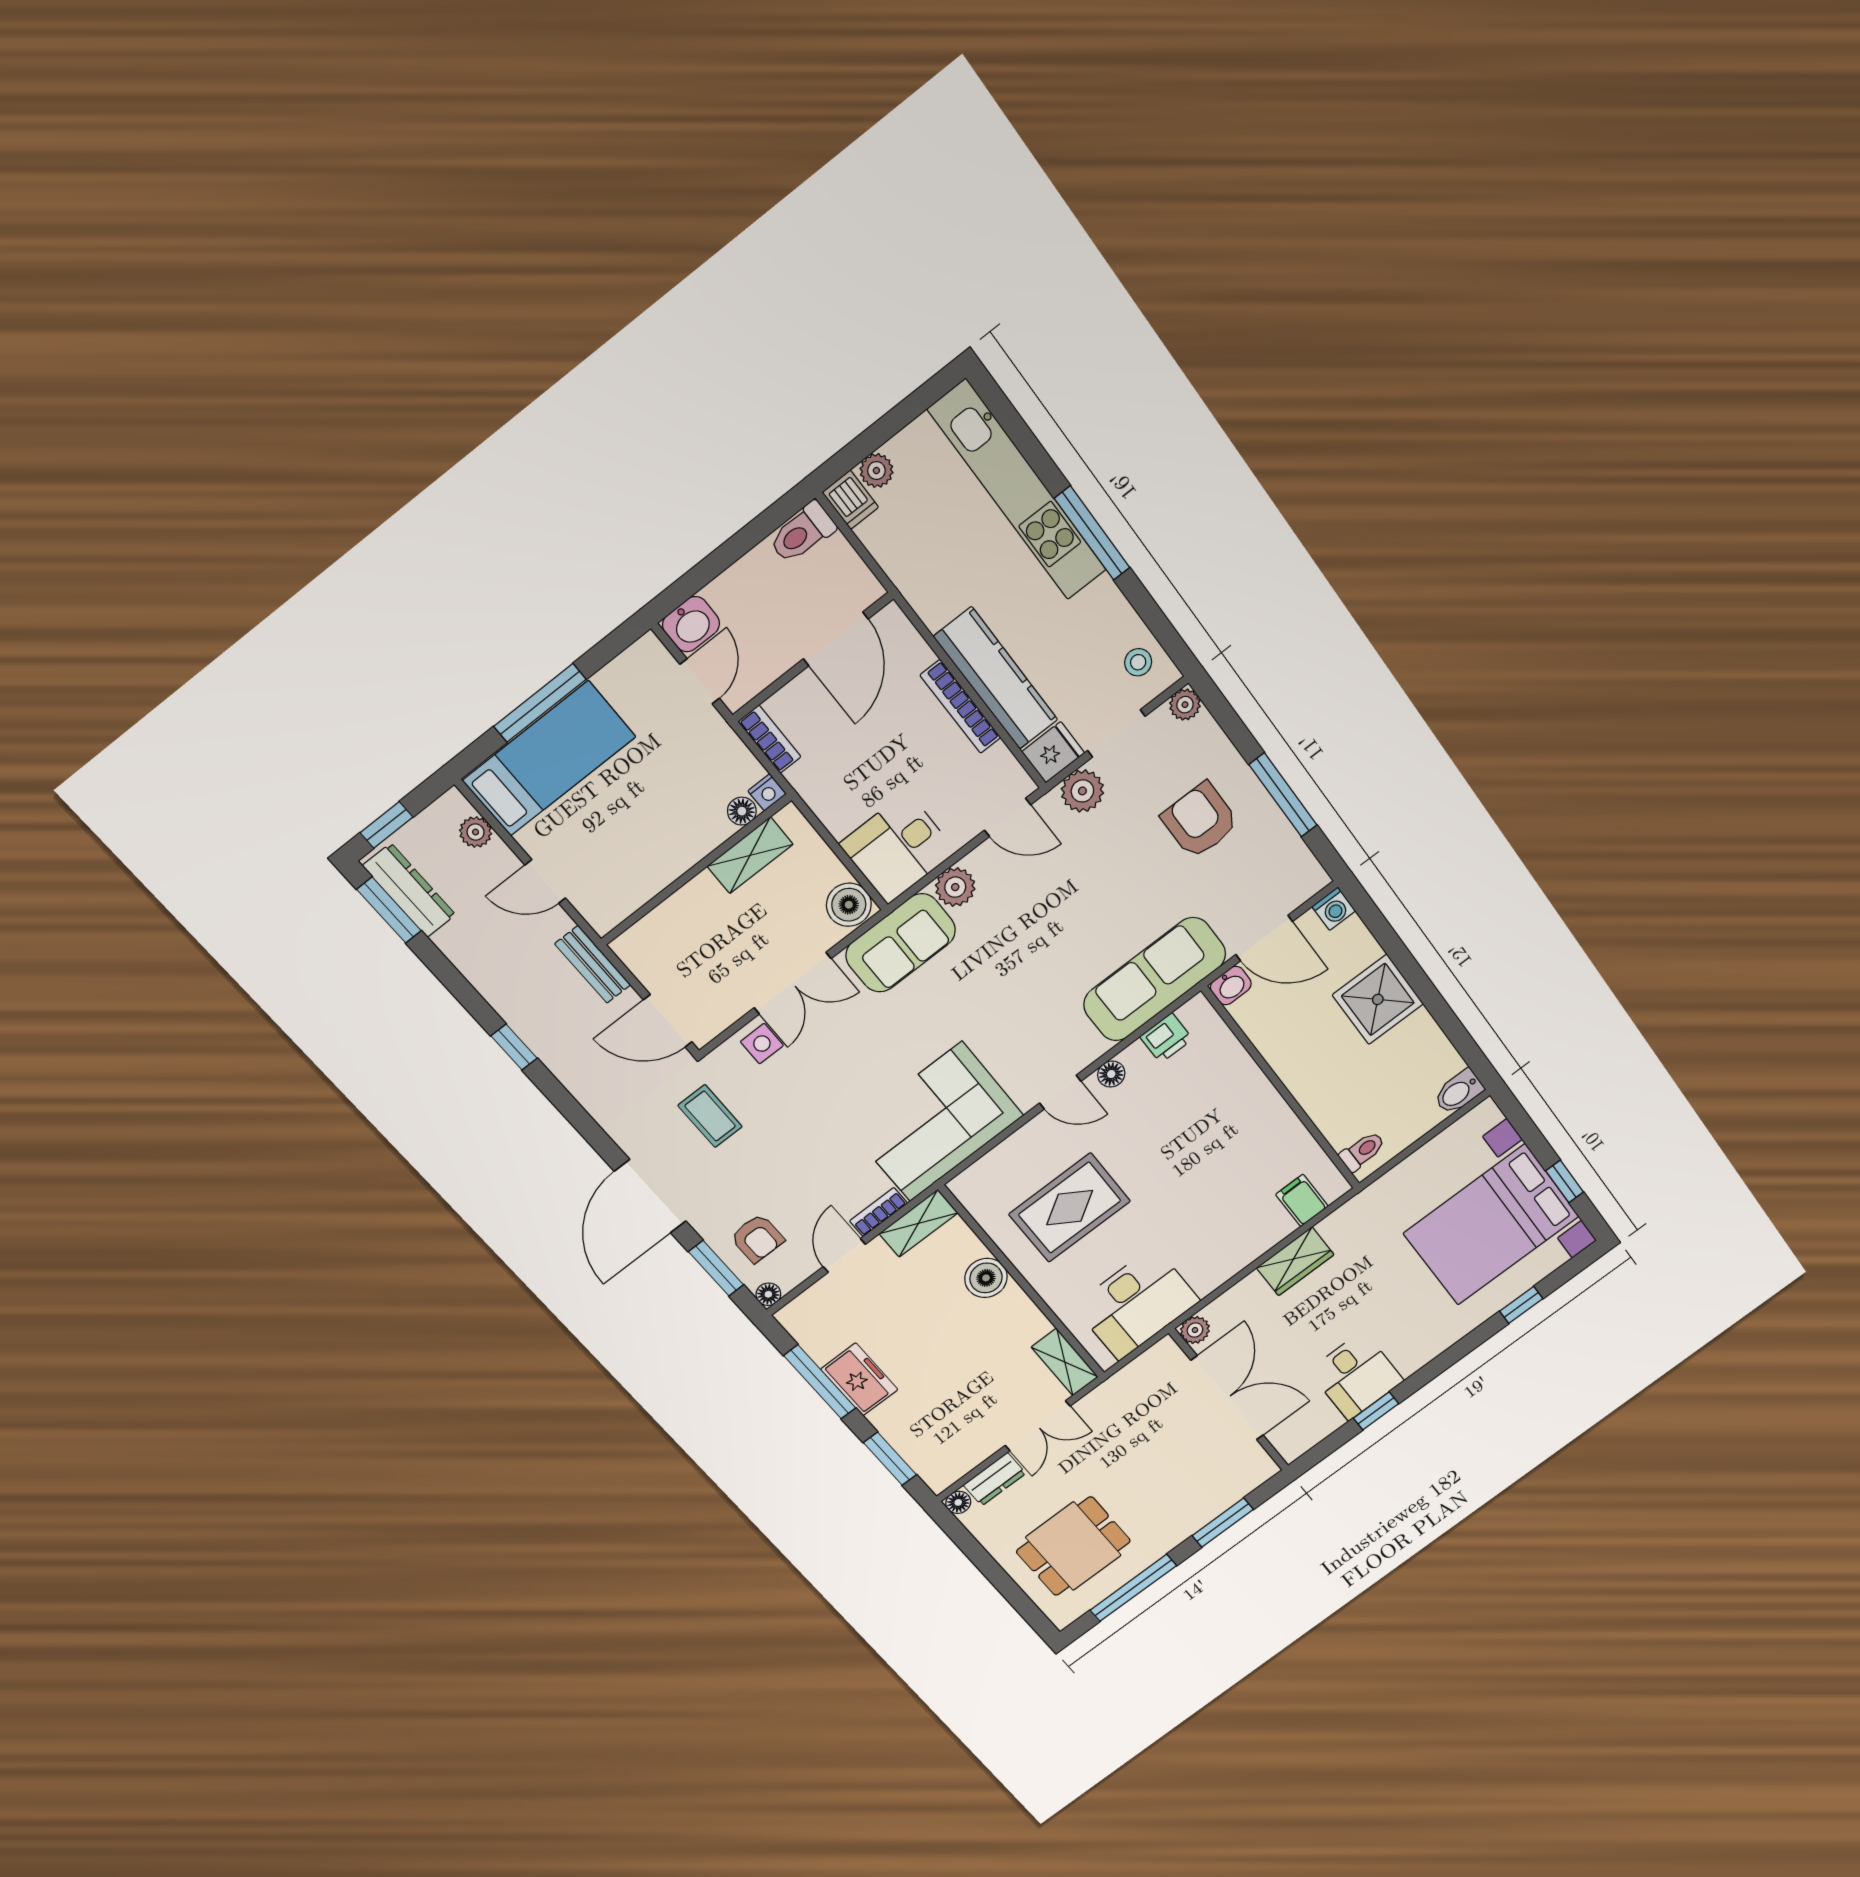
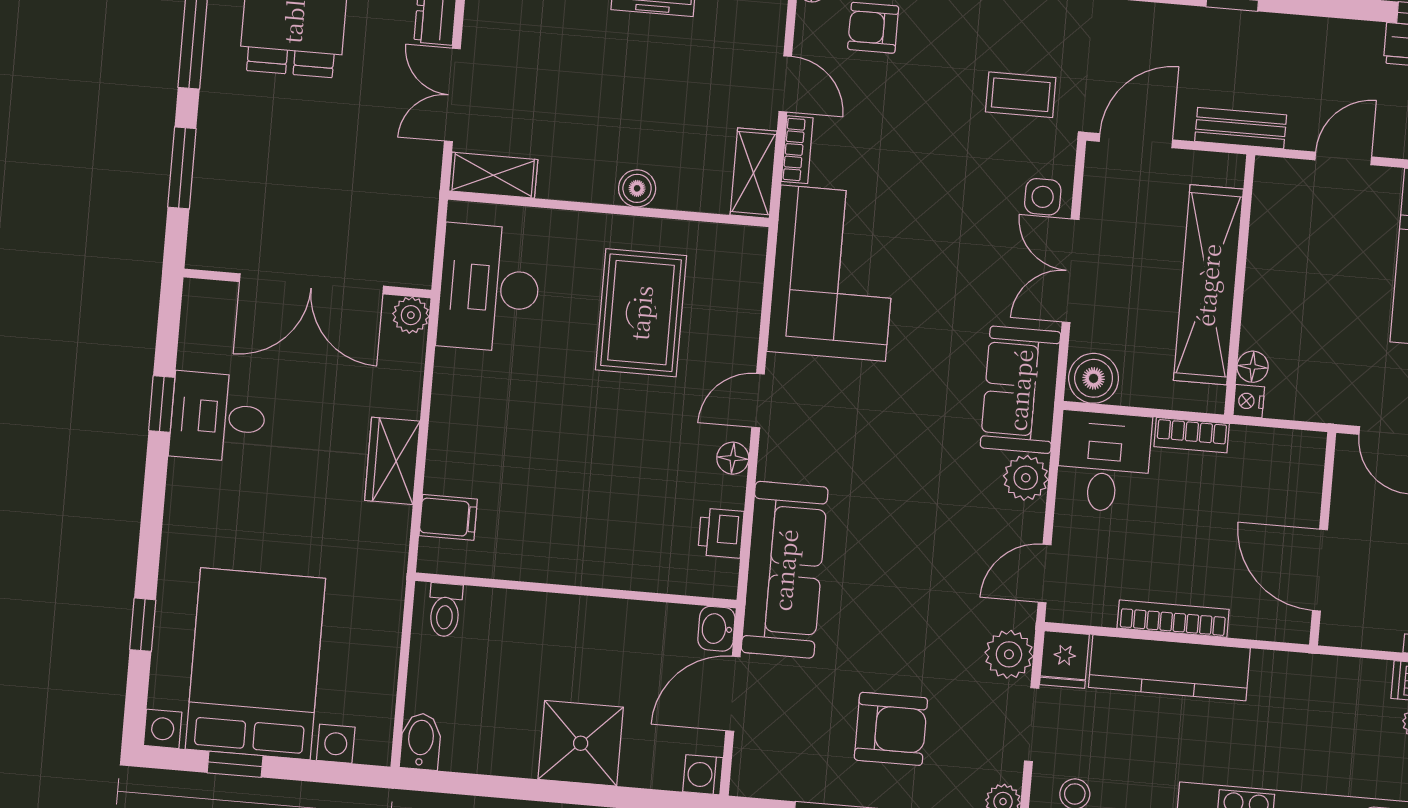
bookcase: (770, 739) -> (1192, 435), moved
shelving: (750, 855) -> (1208, 285), width x2.20, depth x1.33
boiler: (986, 1278) -> (637, 188), width x0.73, depth x0.73

